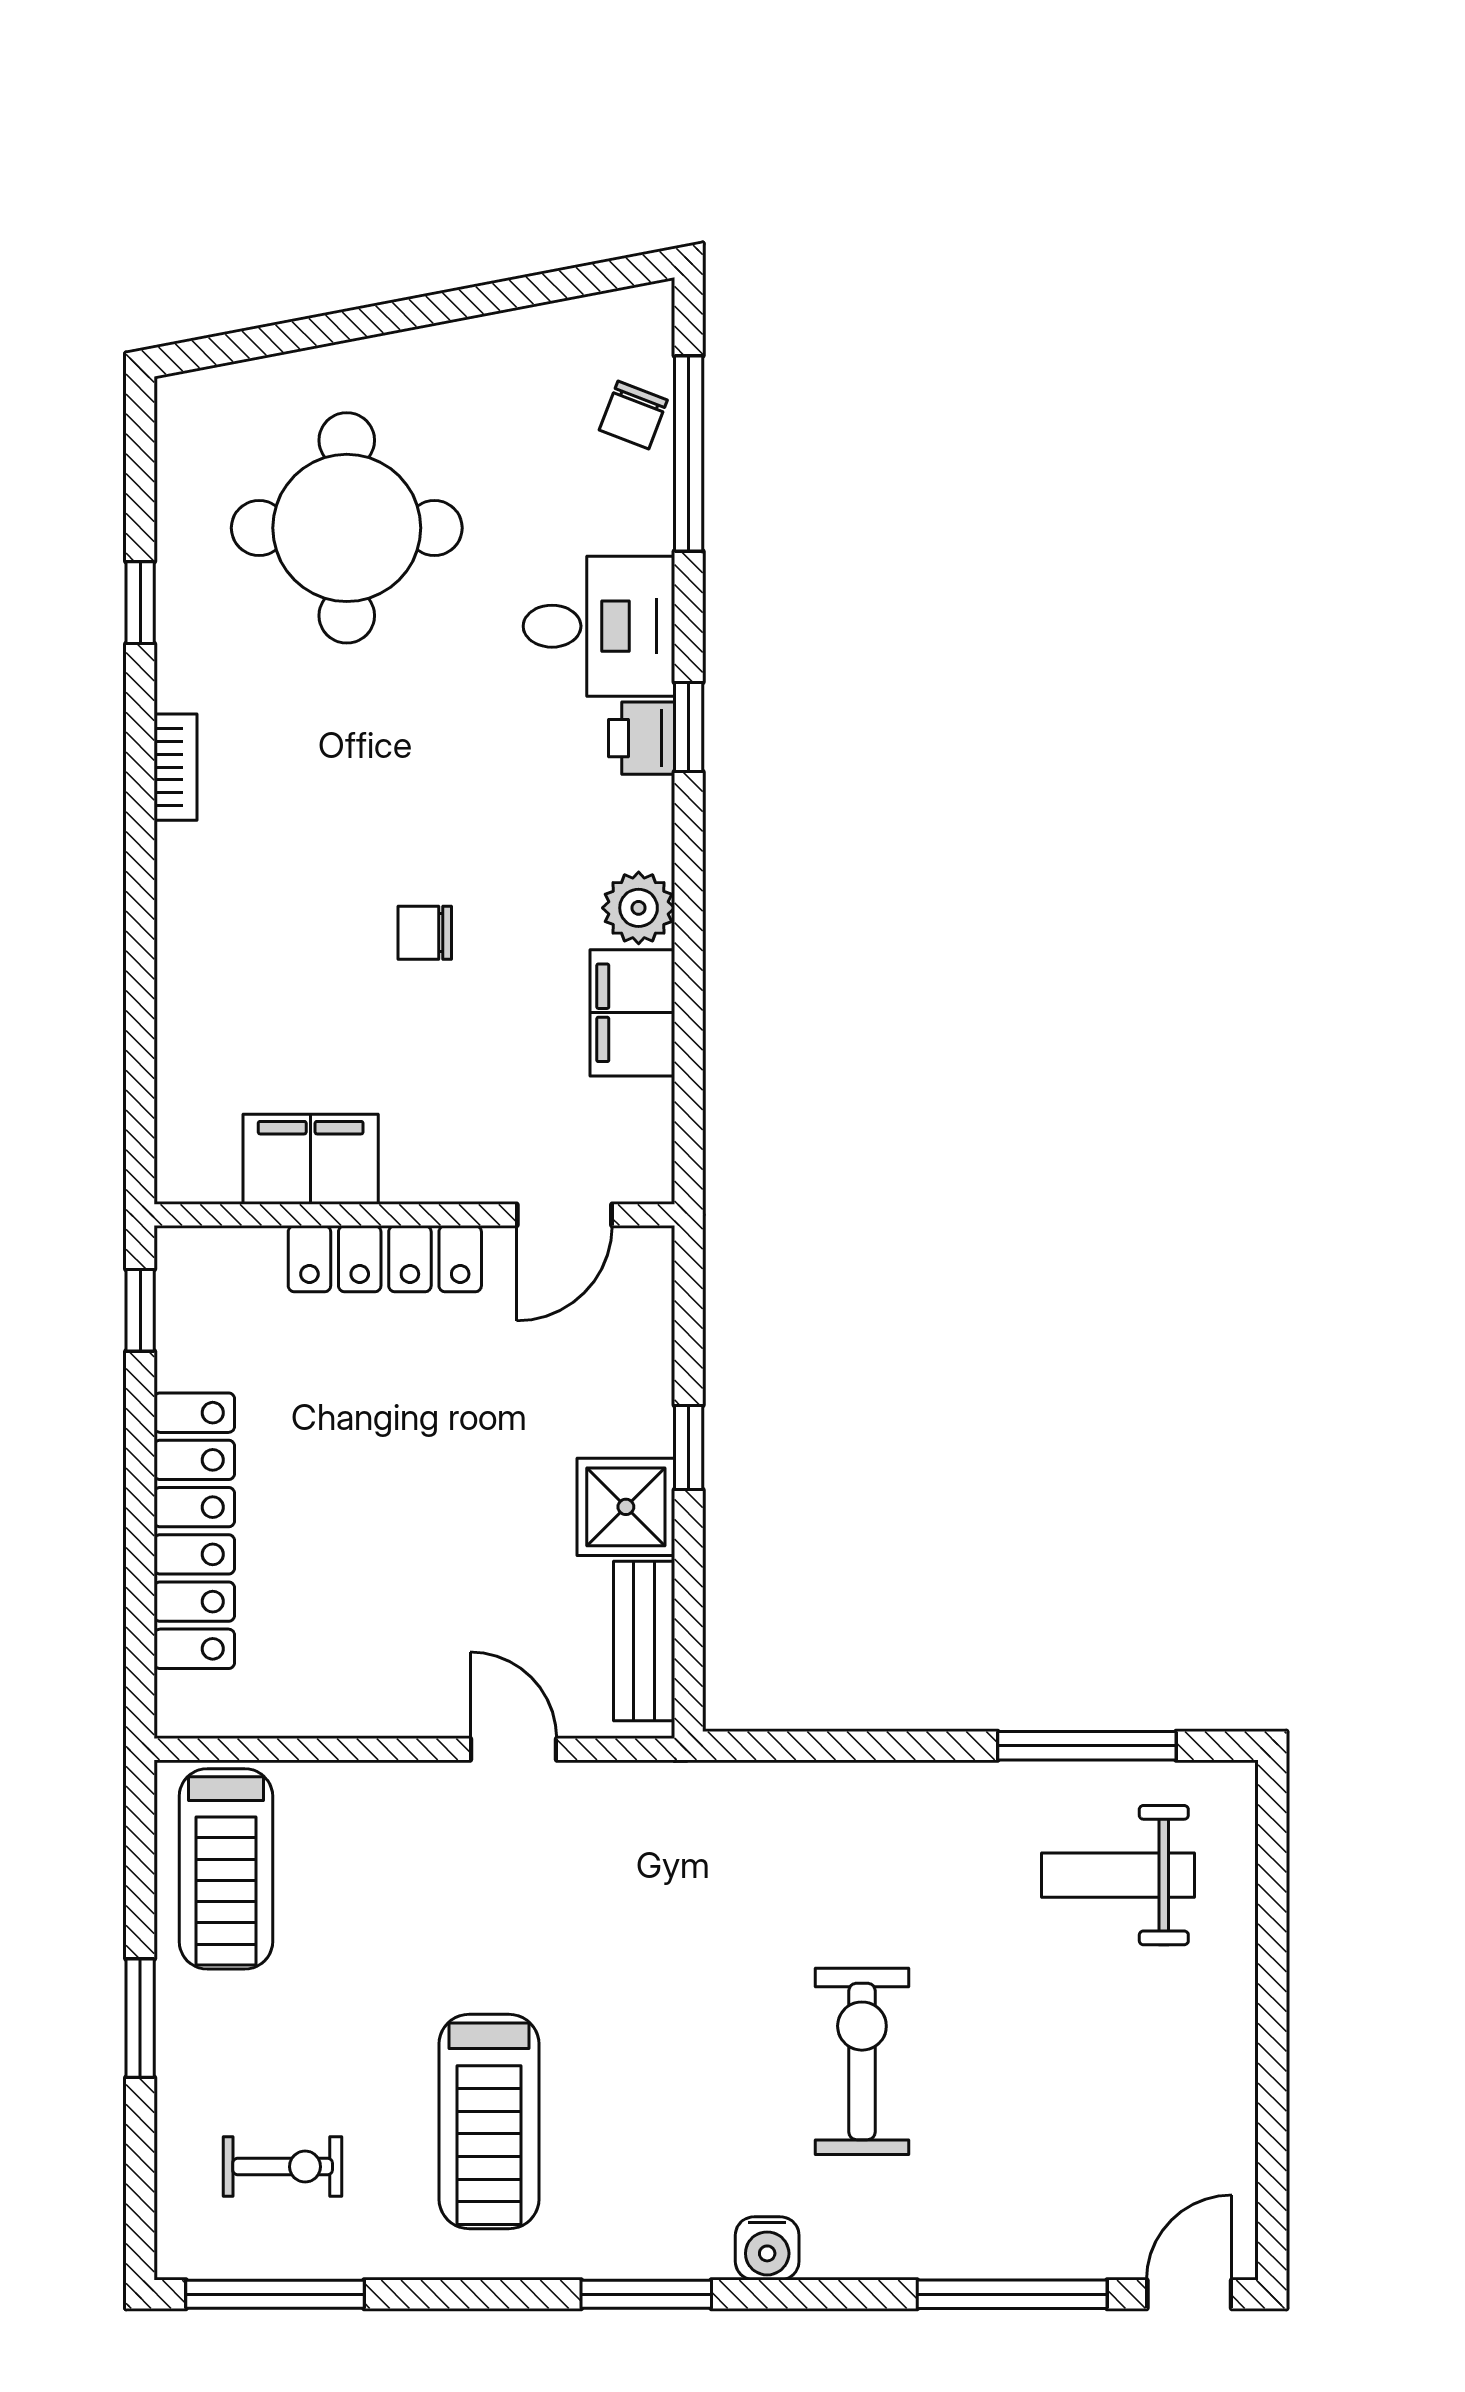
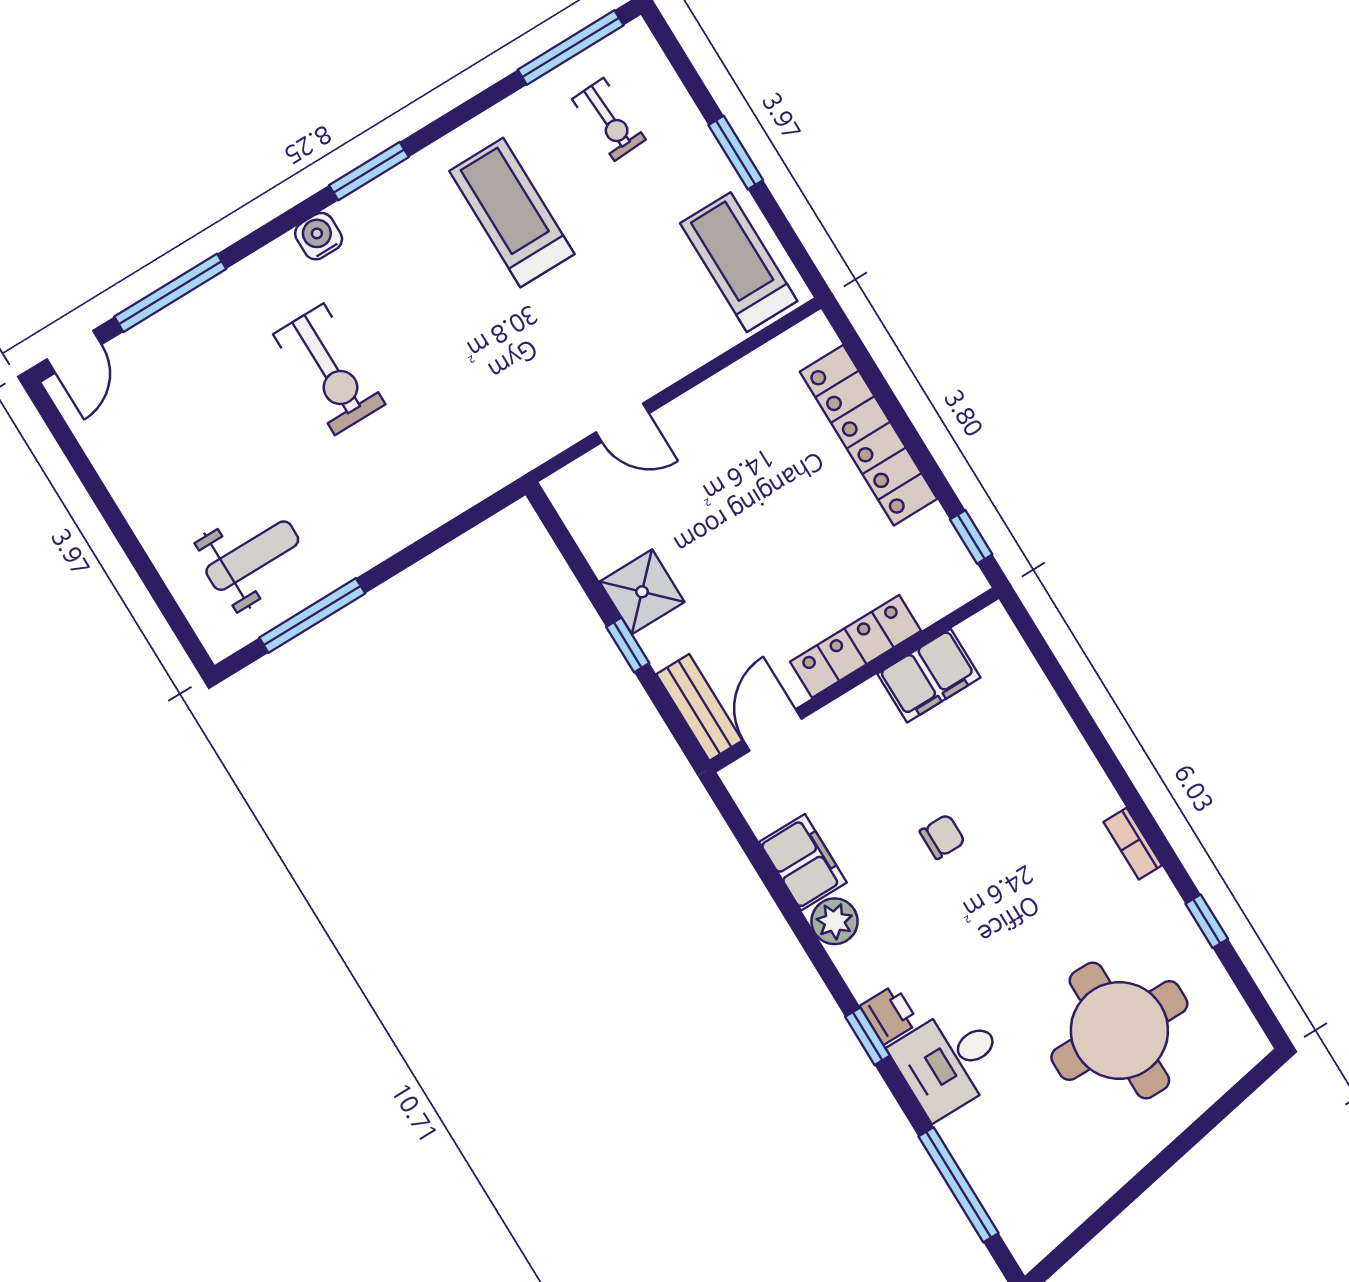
chair: (633, 415) -> (1001, 1187), removed
bench: (644, 1641) -> (699, 707), moved
exercise bike: (283, 2167) -> (609, 119), turned -93

